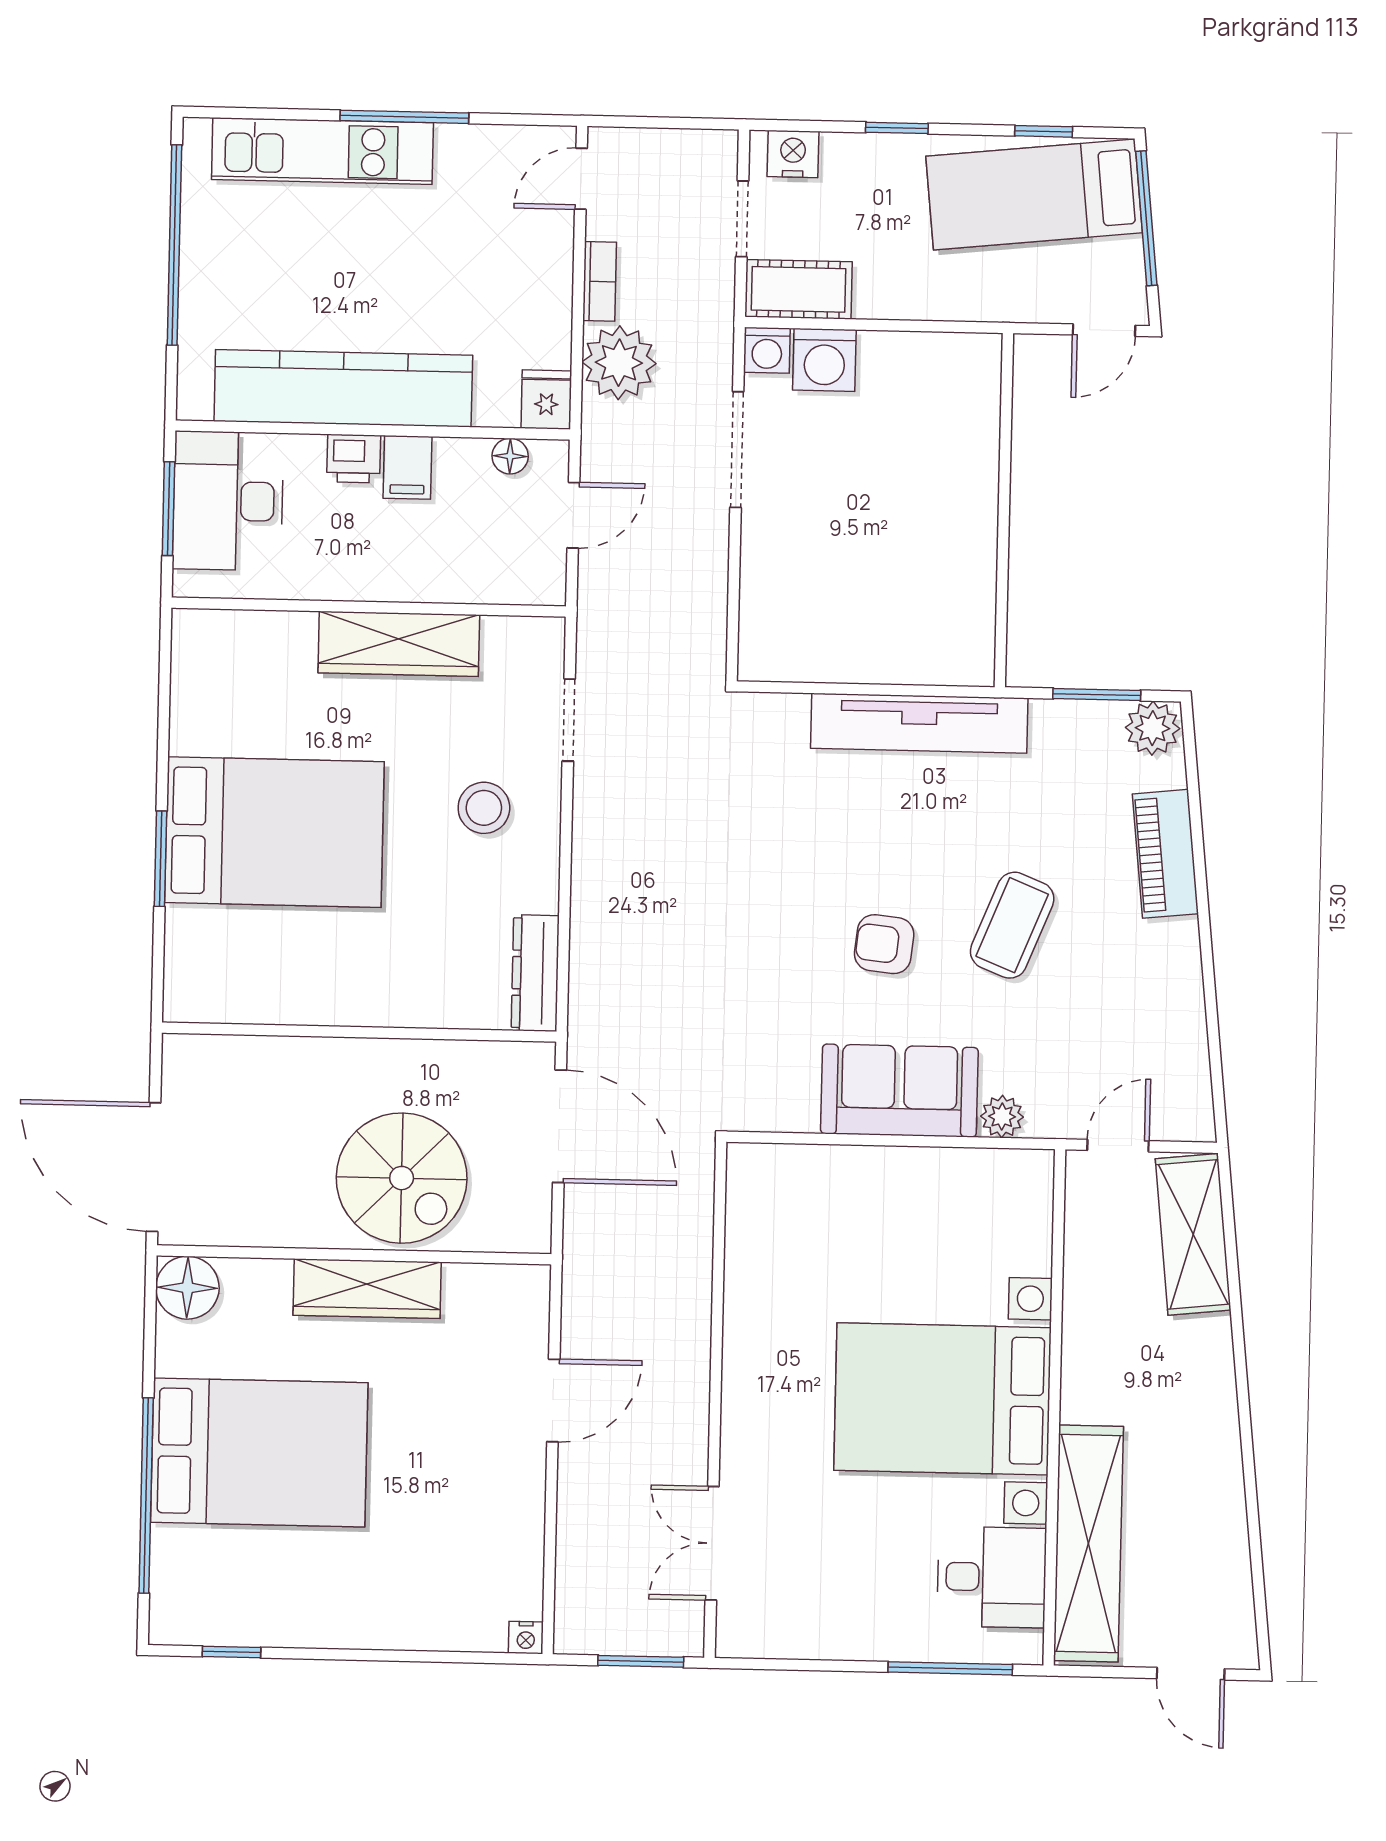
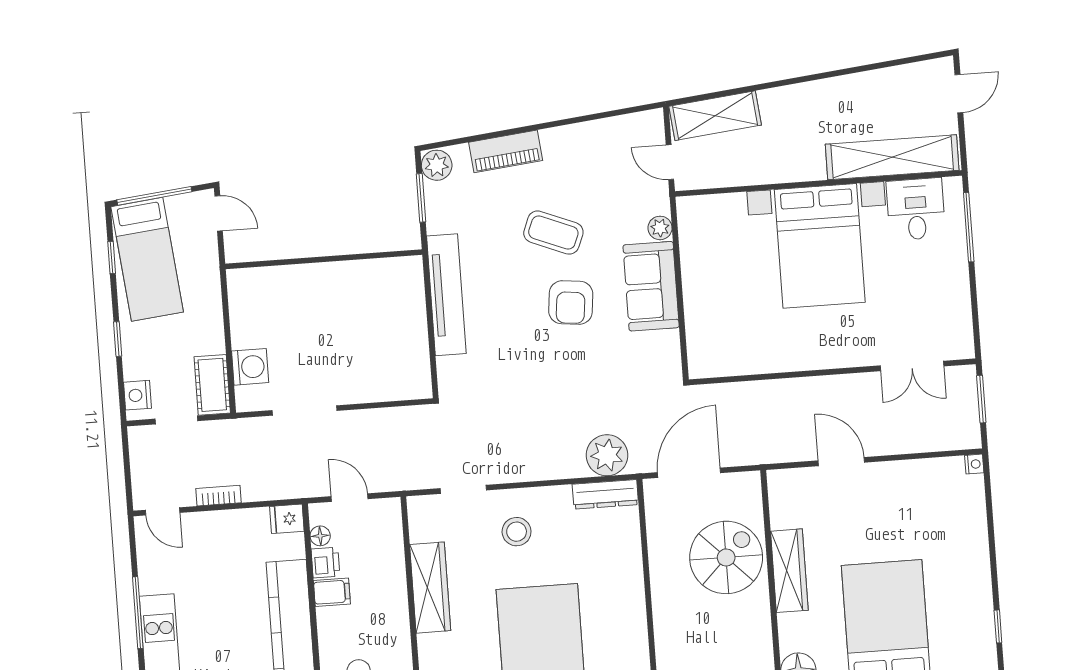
washing machine: (767, 350) -> (248, 399), removed
plant: (619, 363) -> (607, 455), moved
printer: (354, 459) -> (325, 562), moved
armchair: (884, 944) -> (571, 302), width x1.38, depth x1.38

